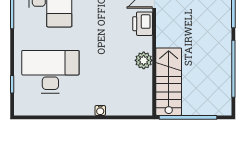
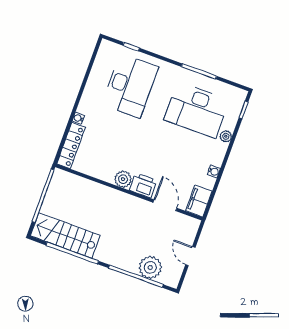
plant: (144, 60) -> (123, 179), moved
stairs: (169, 82) -> (65, 236), moved, turned 180
locker: (129, 108) -> (71, 146), added

